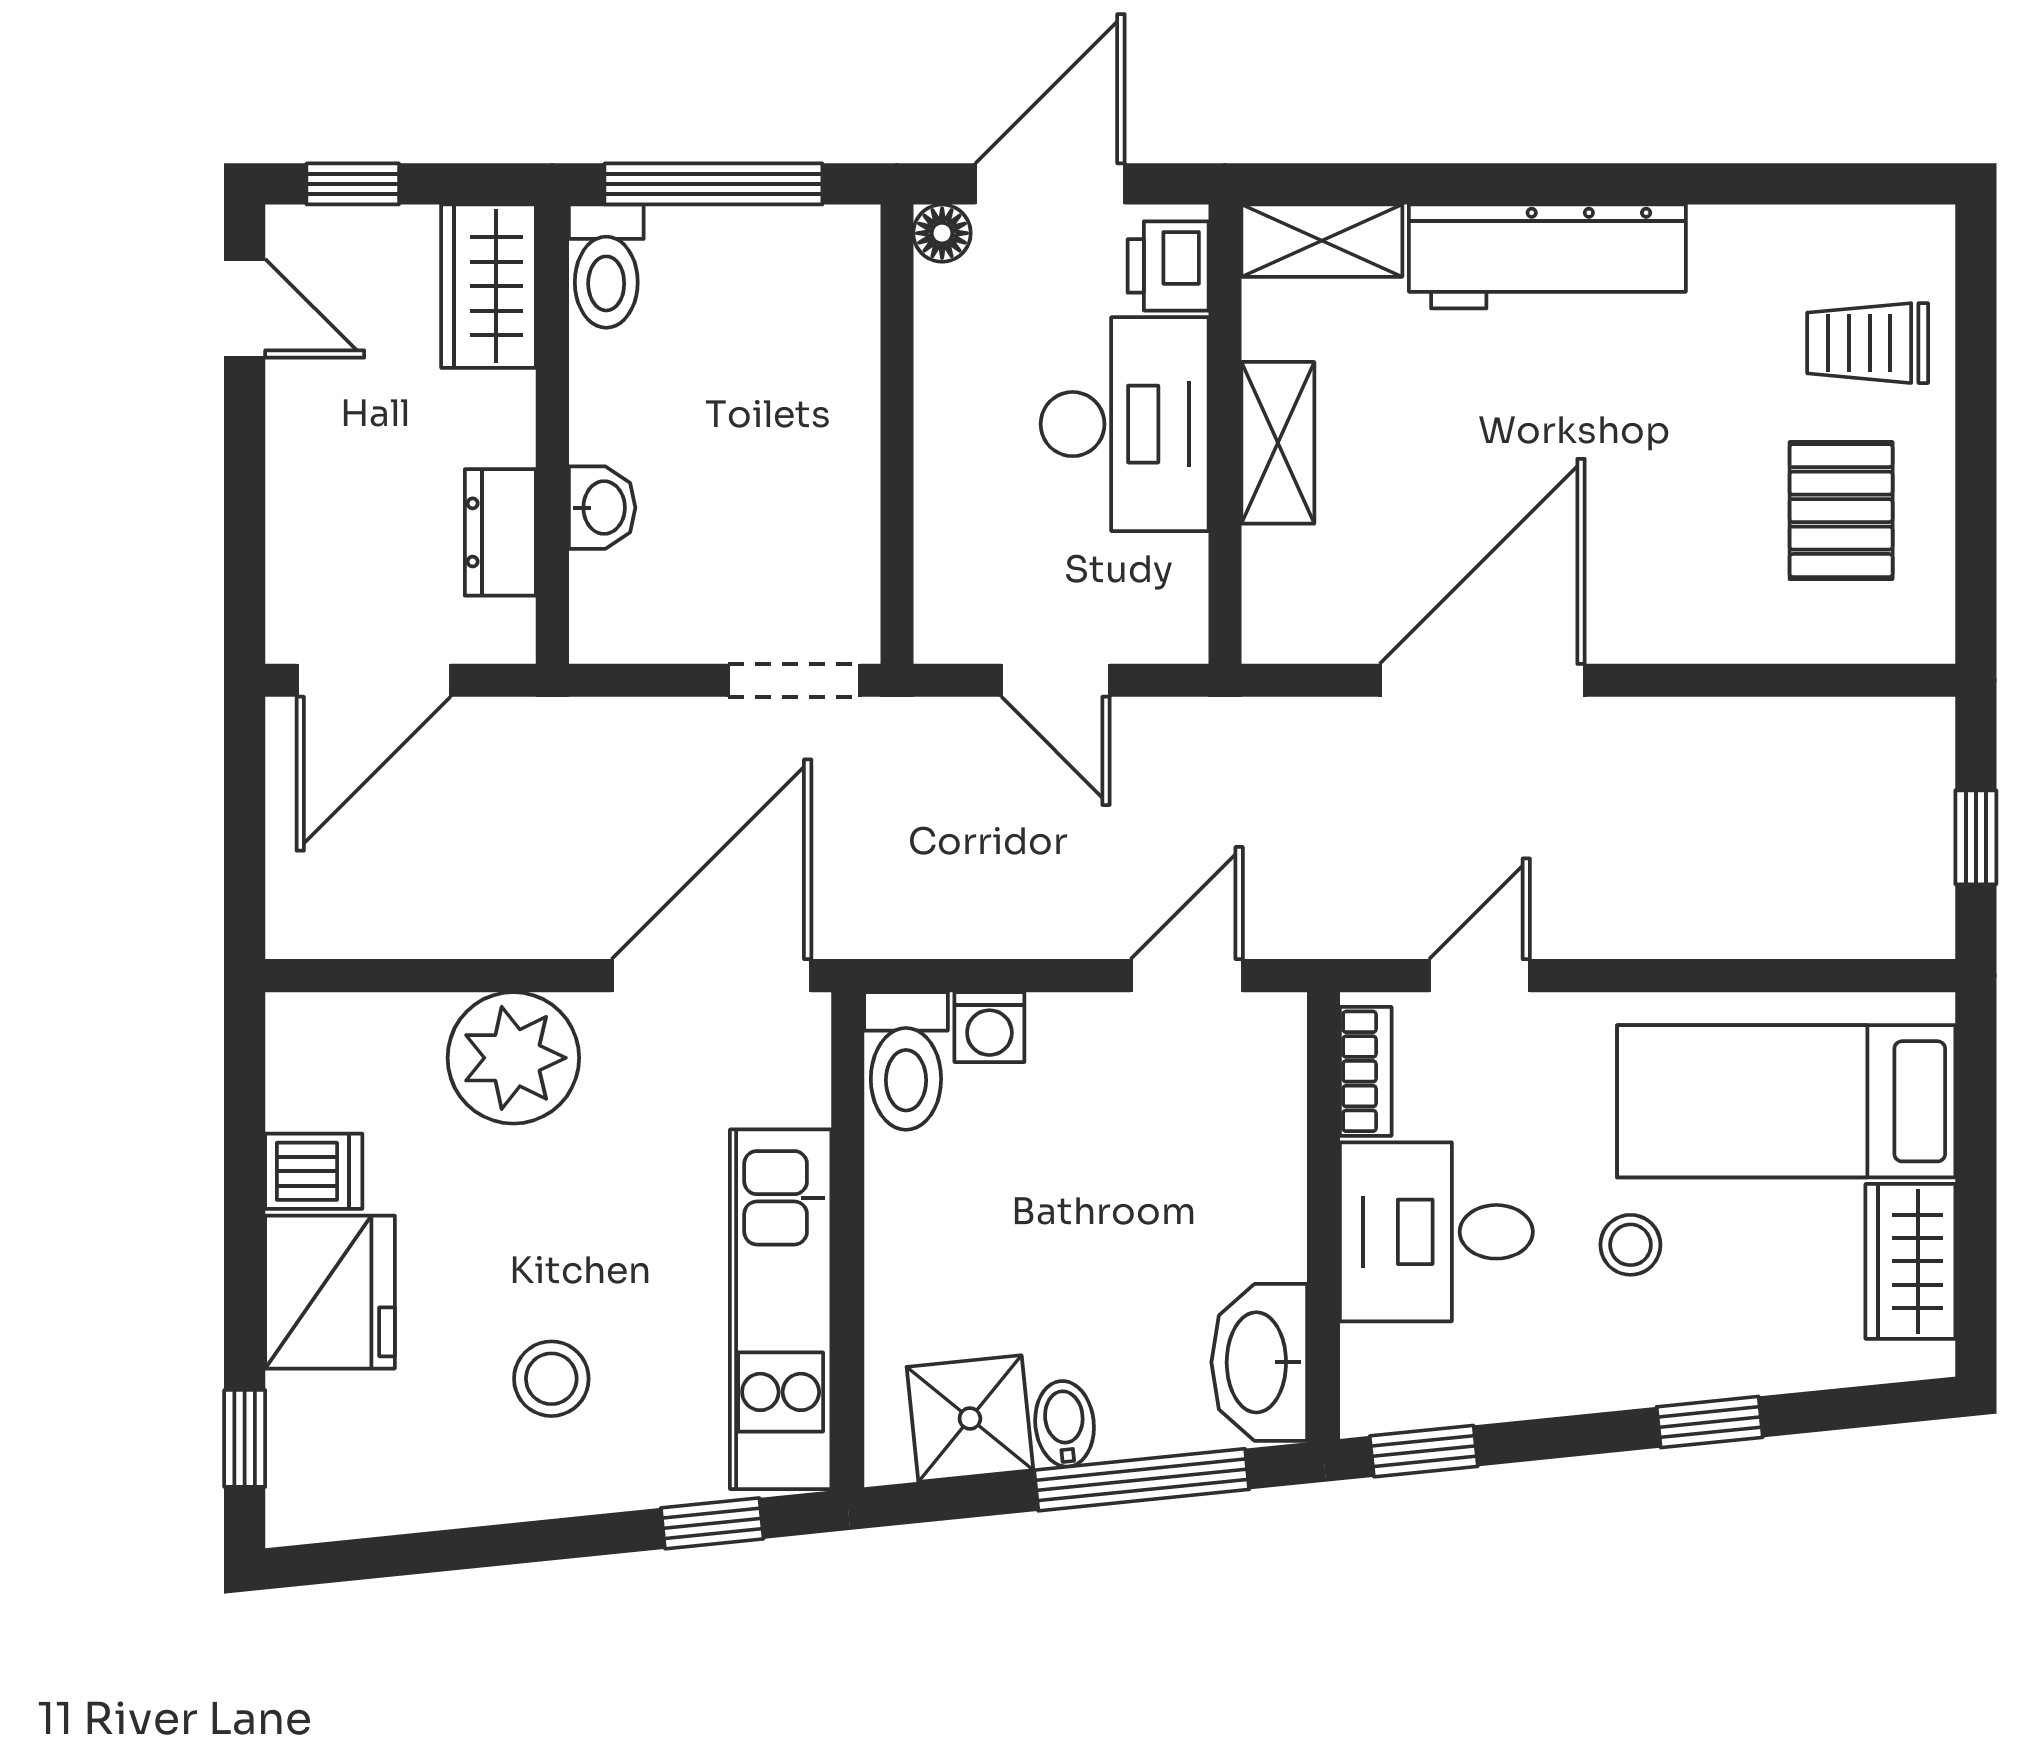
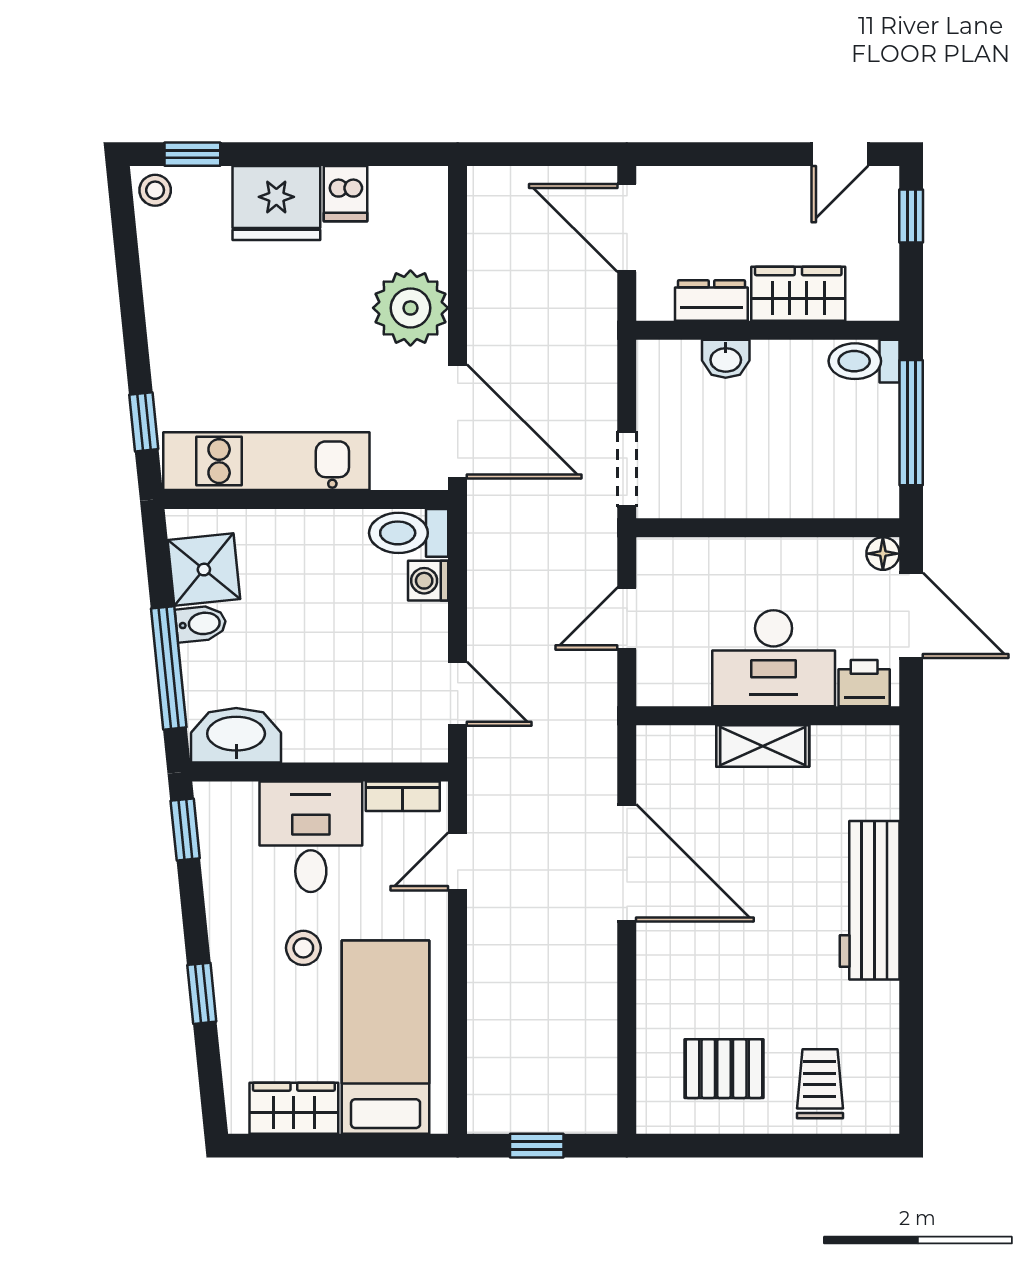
shelving: (1322, 241) -> (879, 771), removed
wardrobe: (489, 286) -> (798, 294), moved
door: (1480, 976) -> (458, 861), swing flipped
stool: (551, 1379) -> (155, 190), moved, width x0.73, depth x0.73

